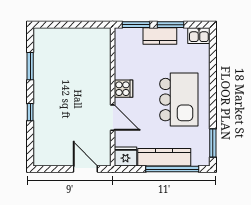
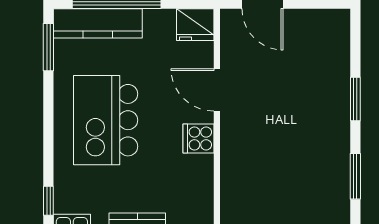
window: (213, 52) -> (48, 201), added
window: (30, 112) -> (355, 99), width x1.50
kitchen counter: (164, 157) -> (98, 23), moved

